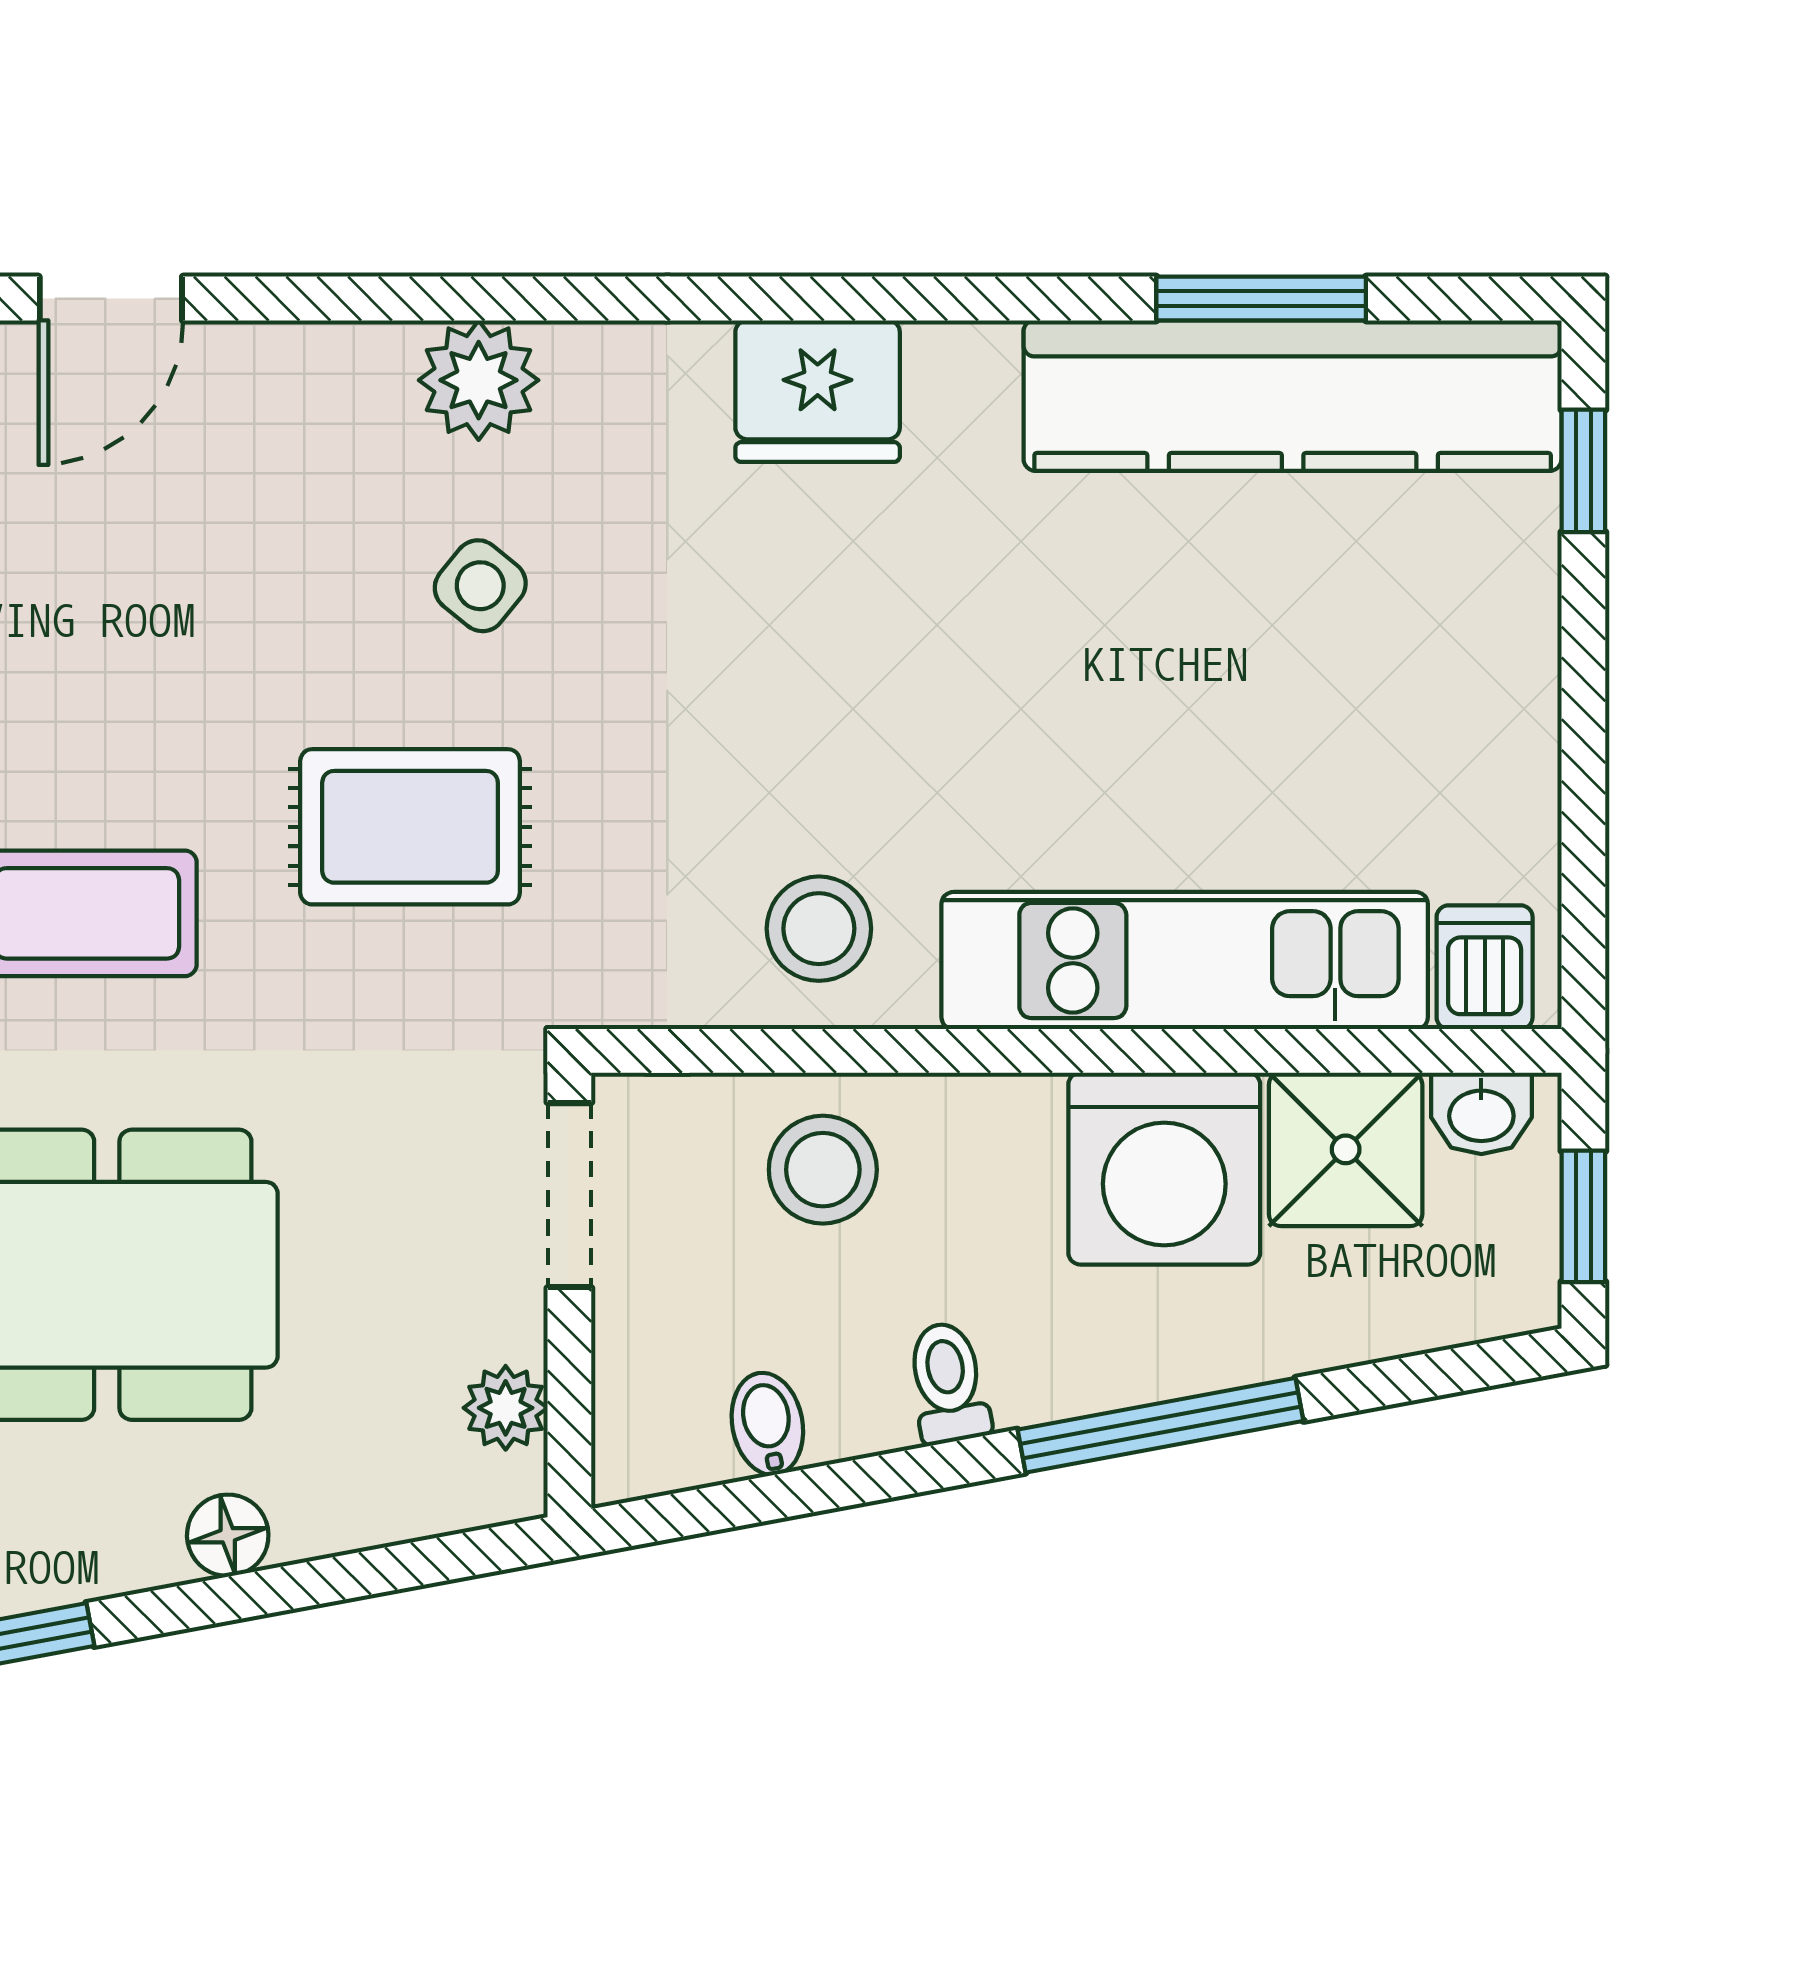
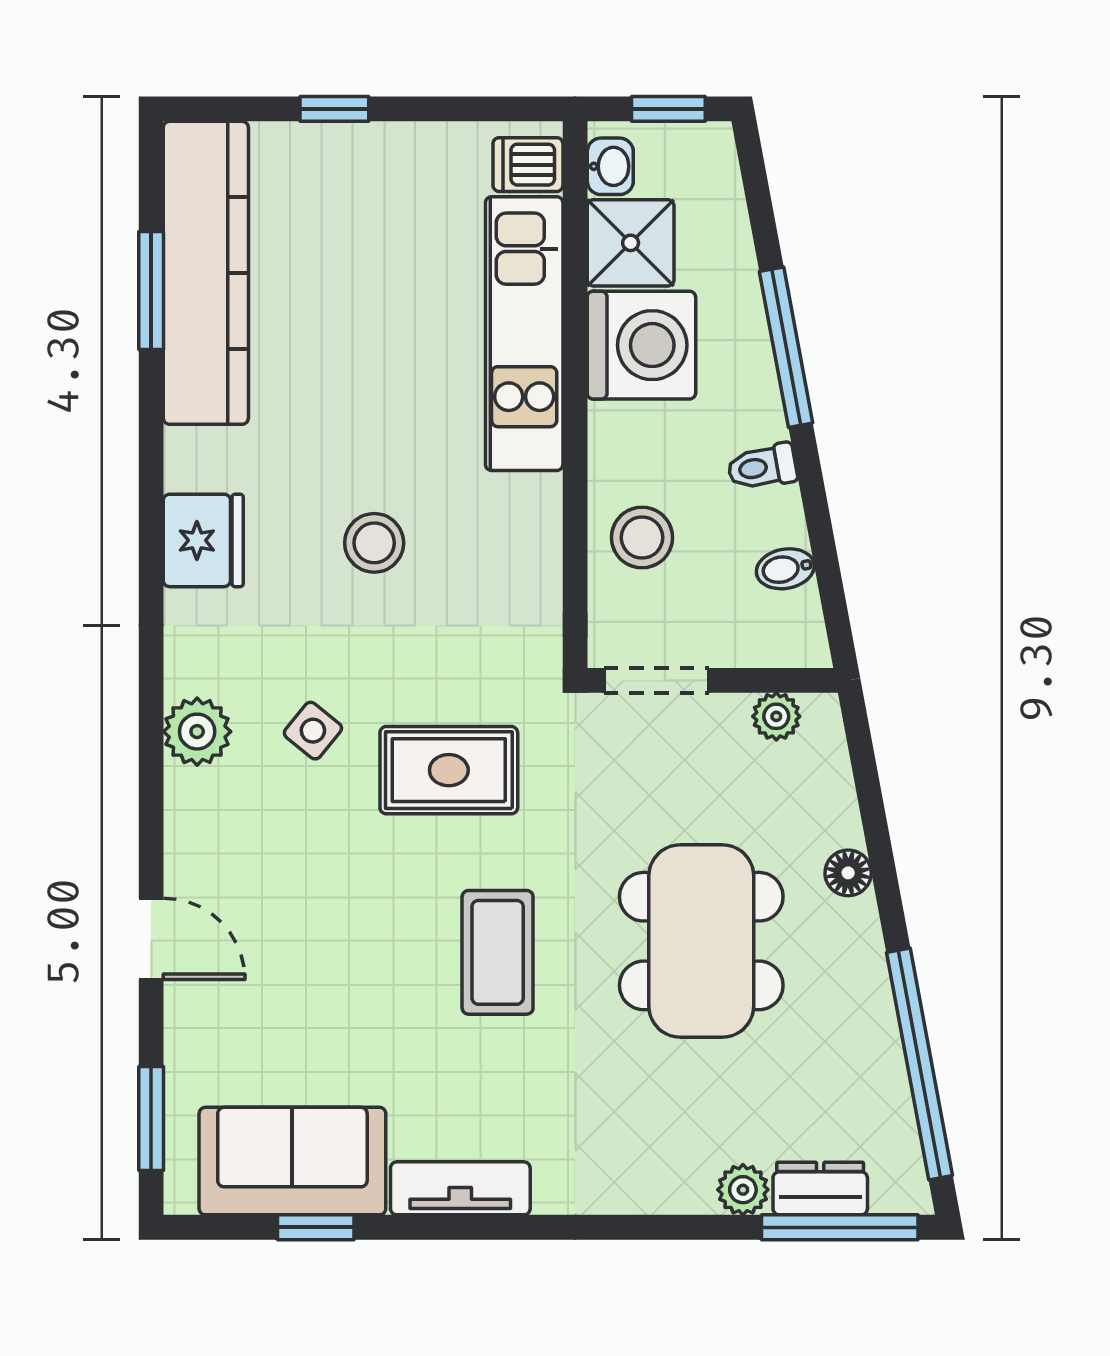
window: (1583, 471) -> (334, 109), moved
rug: (410, 827) -> (449, 770), turned 90
stool: (819, 929) -> (374, 543), moved

